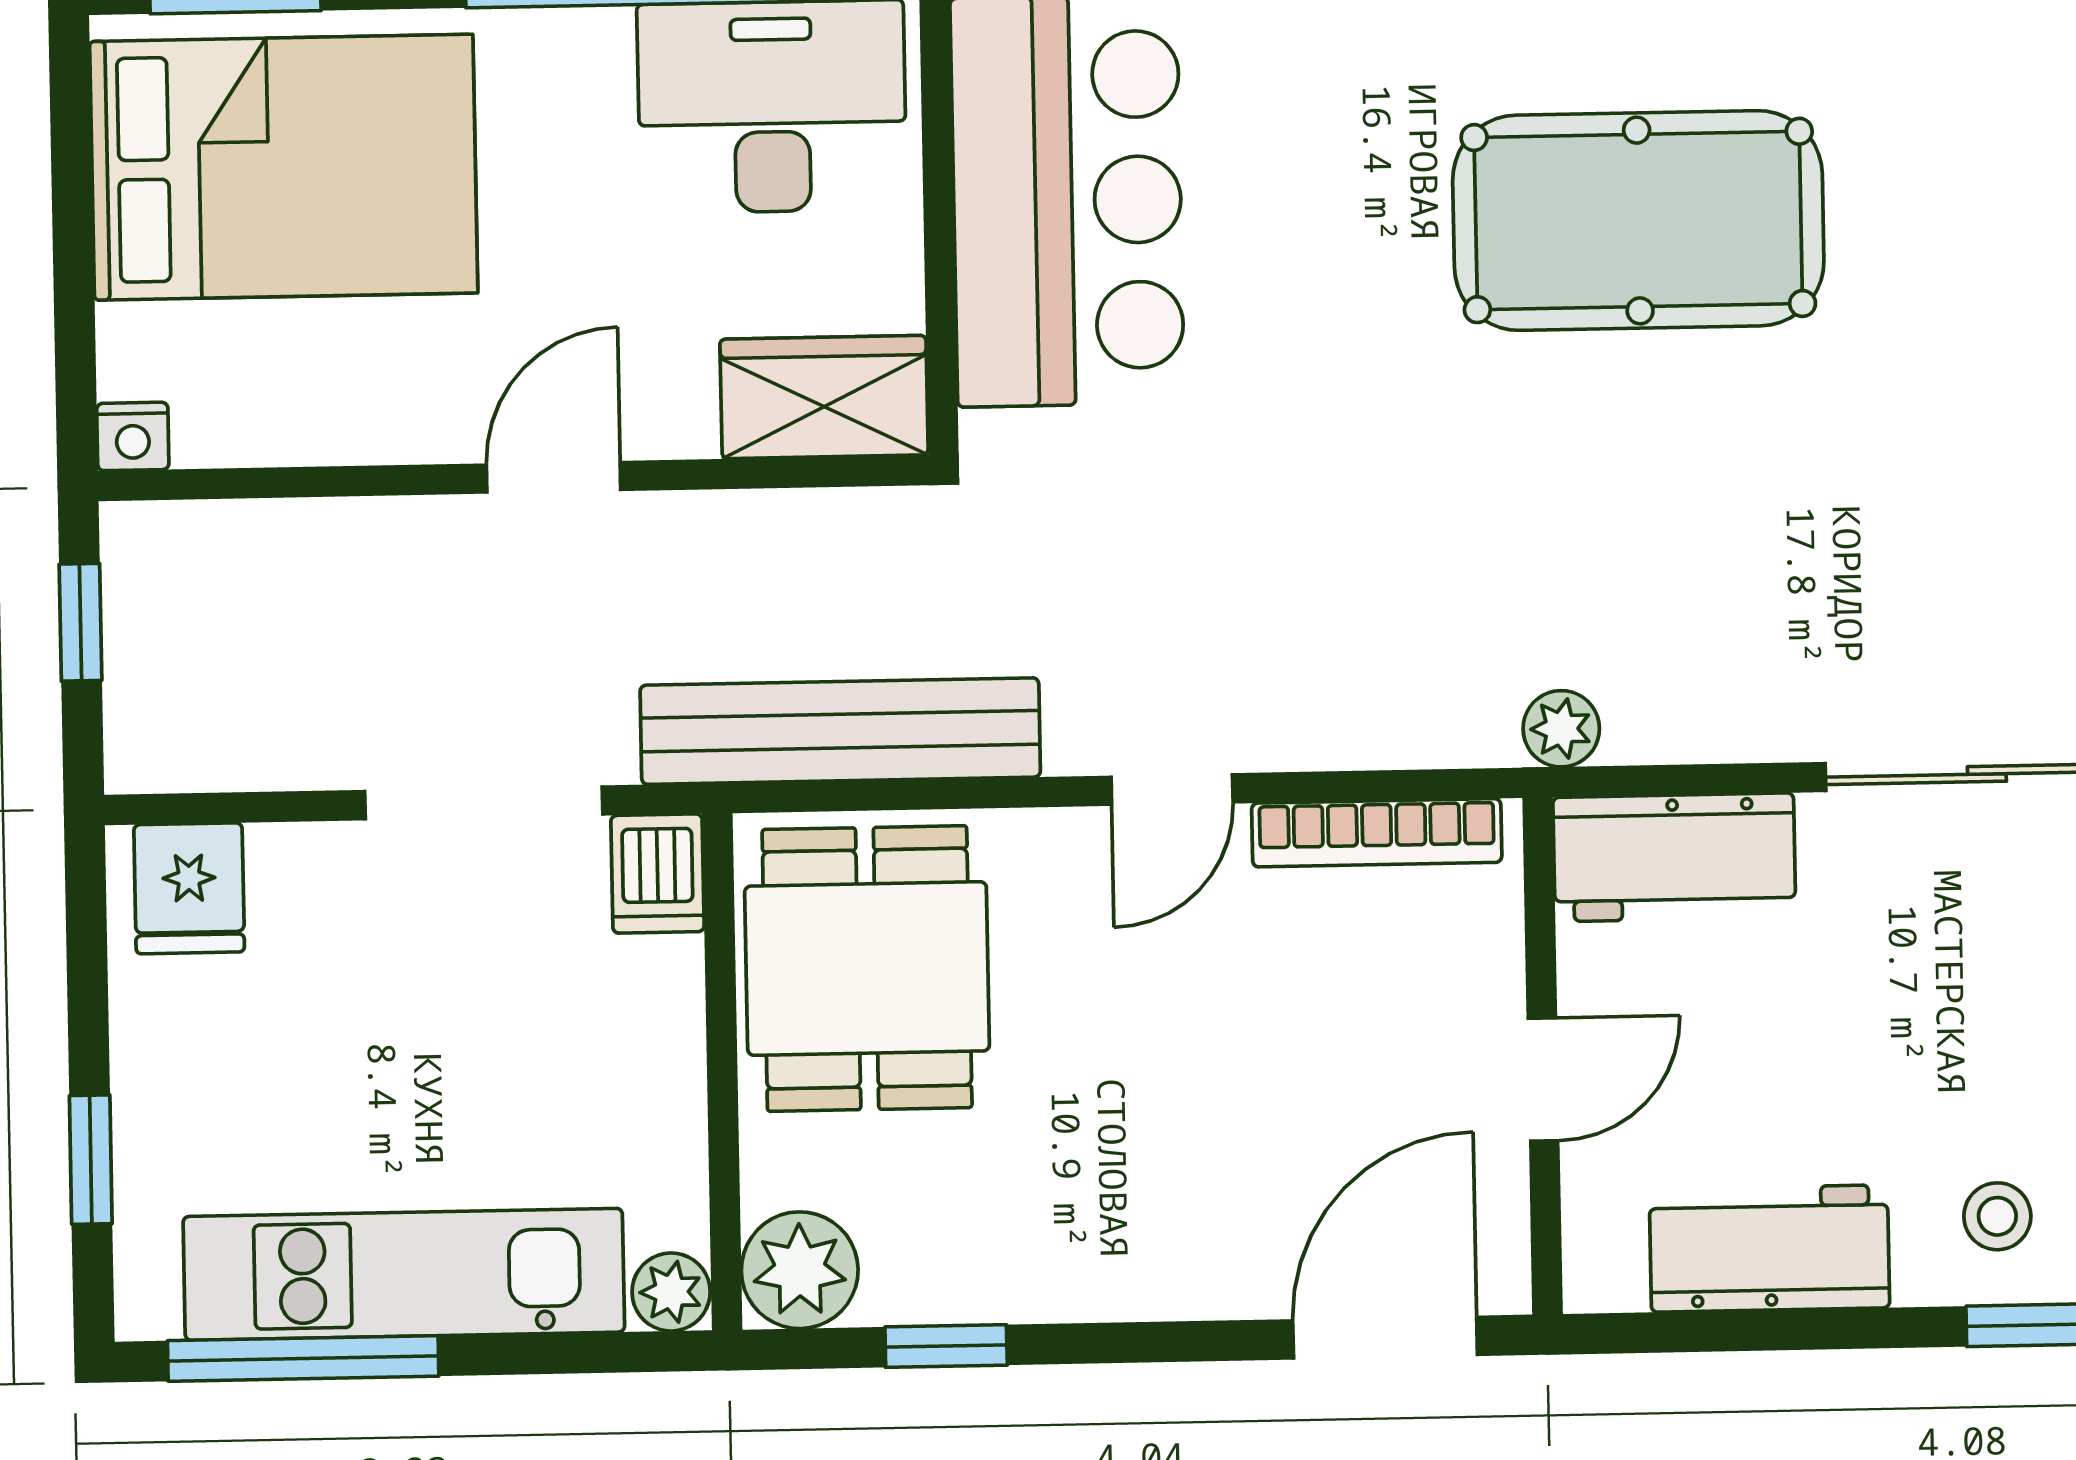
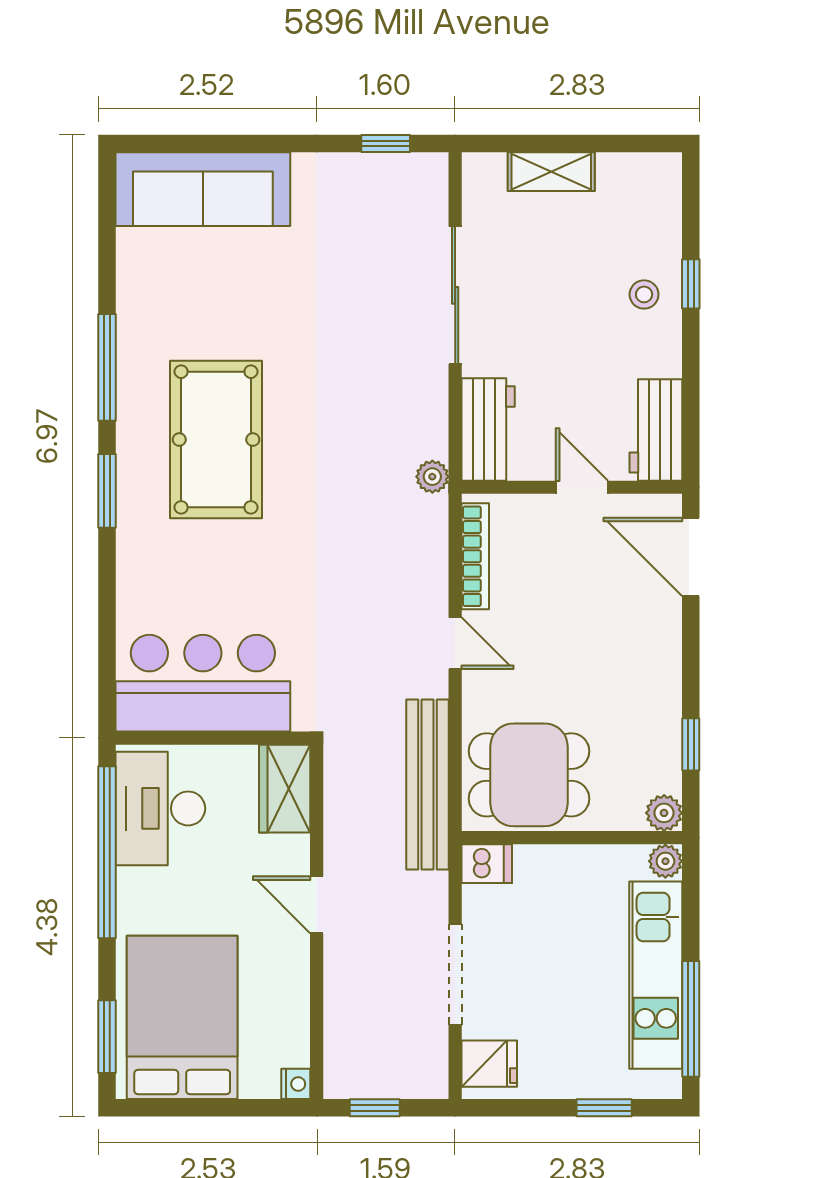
doorway: (484, 803) -> (455, 974), moved
workbench: (1769, 1248) -> (656, 430), moved
plant: (800, 1270) -> (664, 813), width x0.73, depth x0.73

